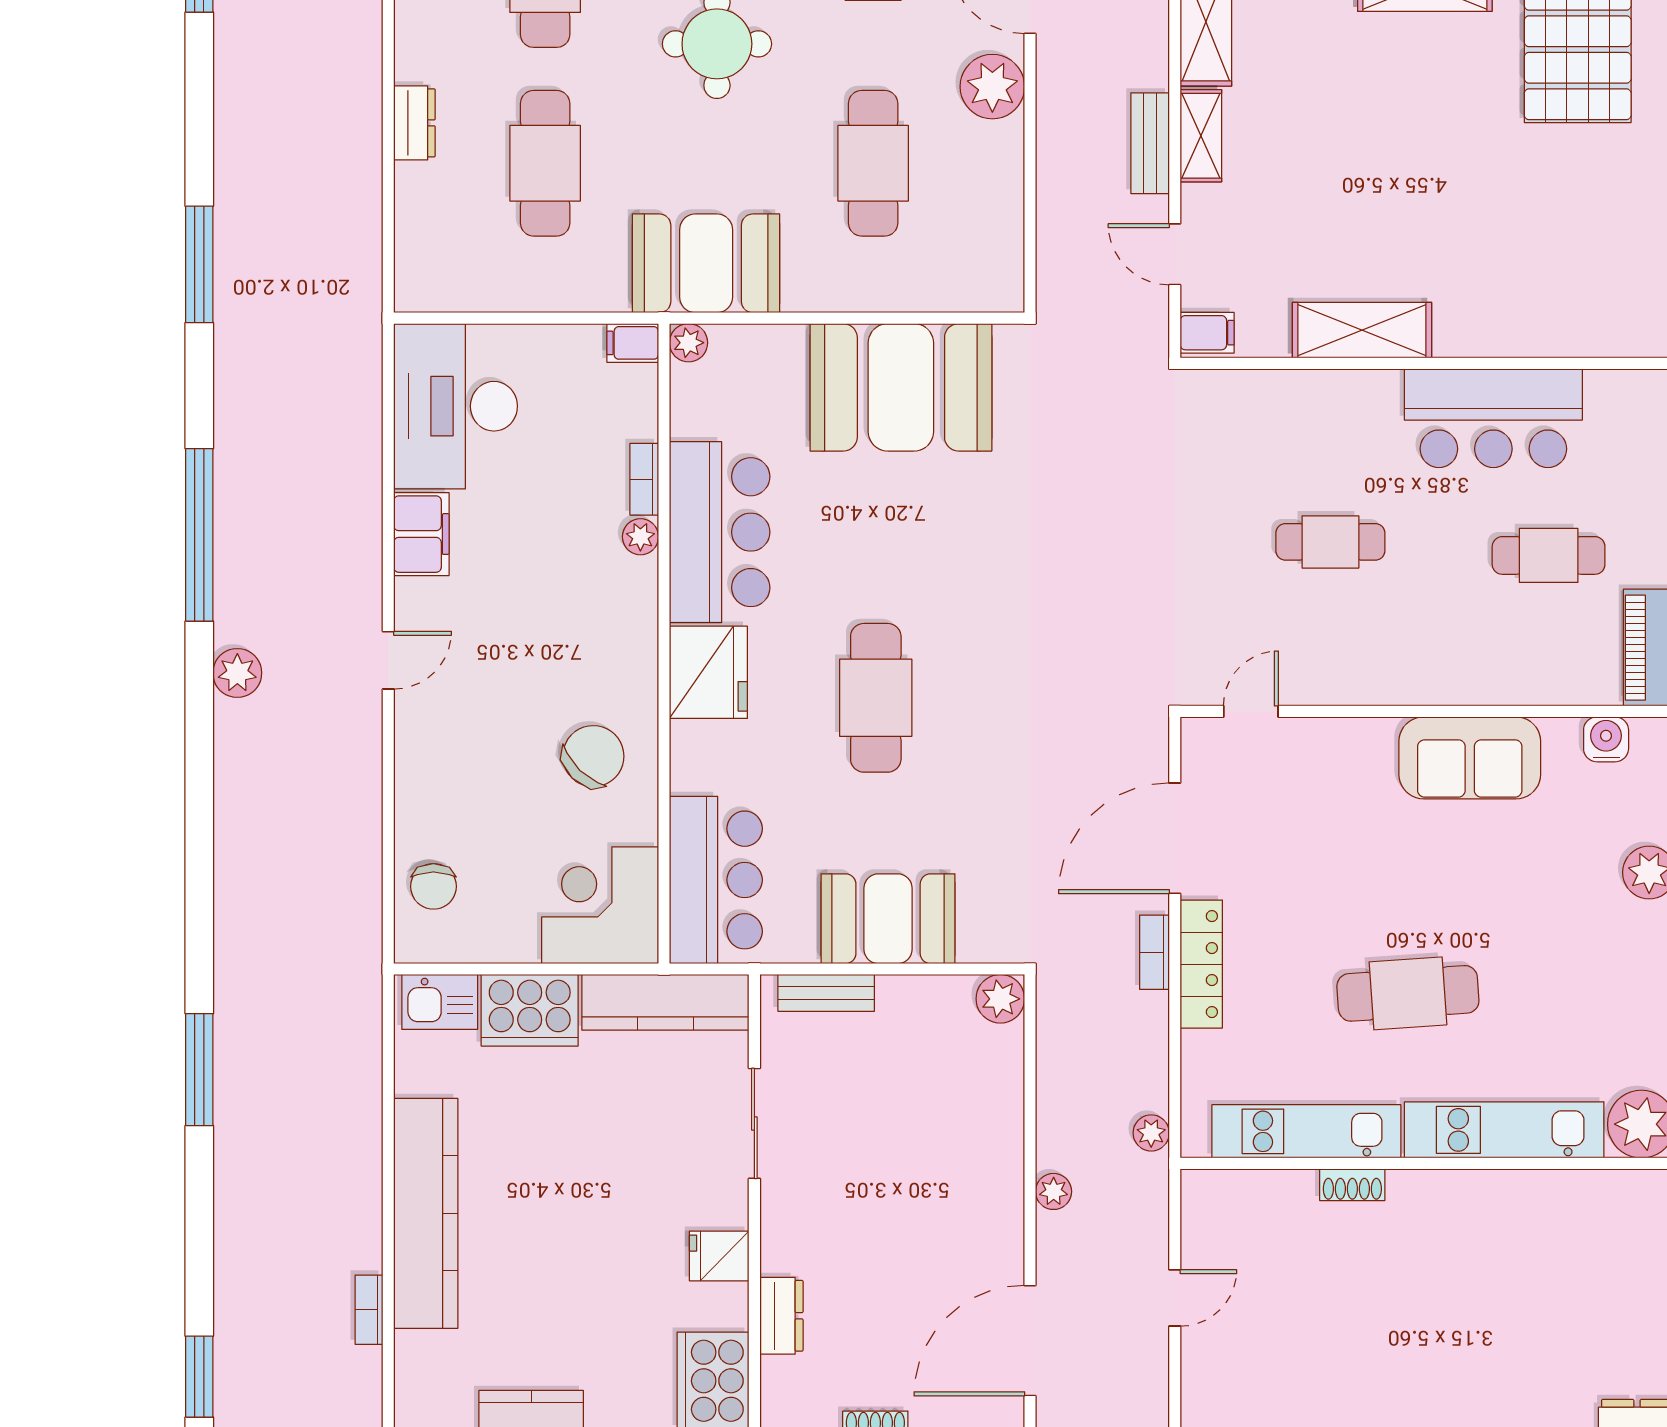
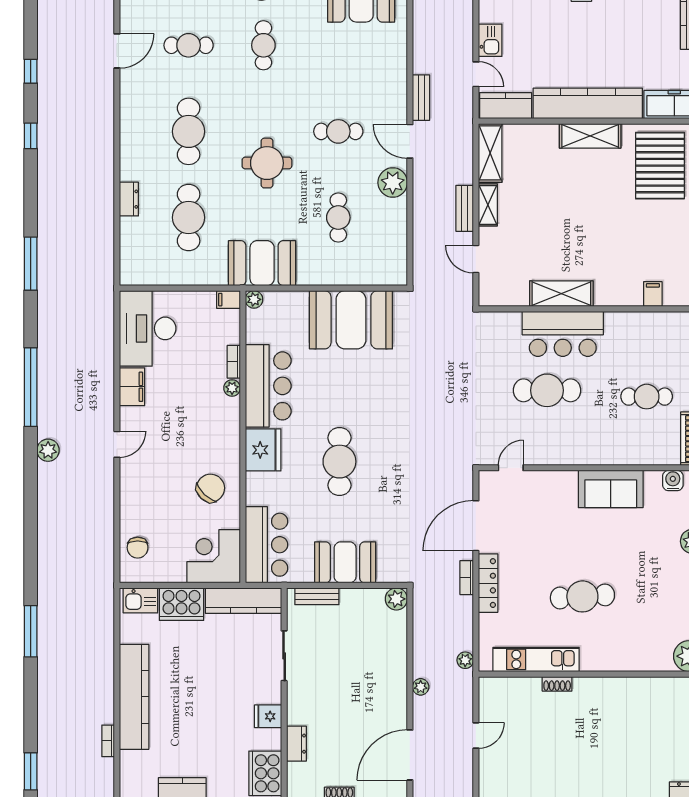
cafe table: (873, 163) -> (338, 218), width x0.73, depth x0.74
filing cabinet: (1207, 333) -> (653, 294), moved, turned -90
bar counter: (1493, 418) -> (563, 334), moved
cafe table: (1330, 542) -> (547, 390), width x1.37, depth x1.35
kitchen unit: (1504, 1130) -> (626, 659), removed

